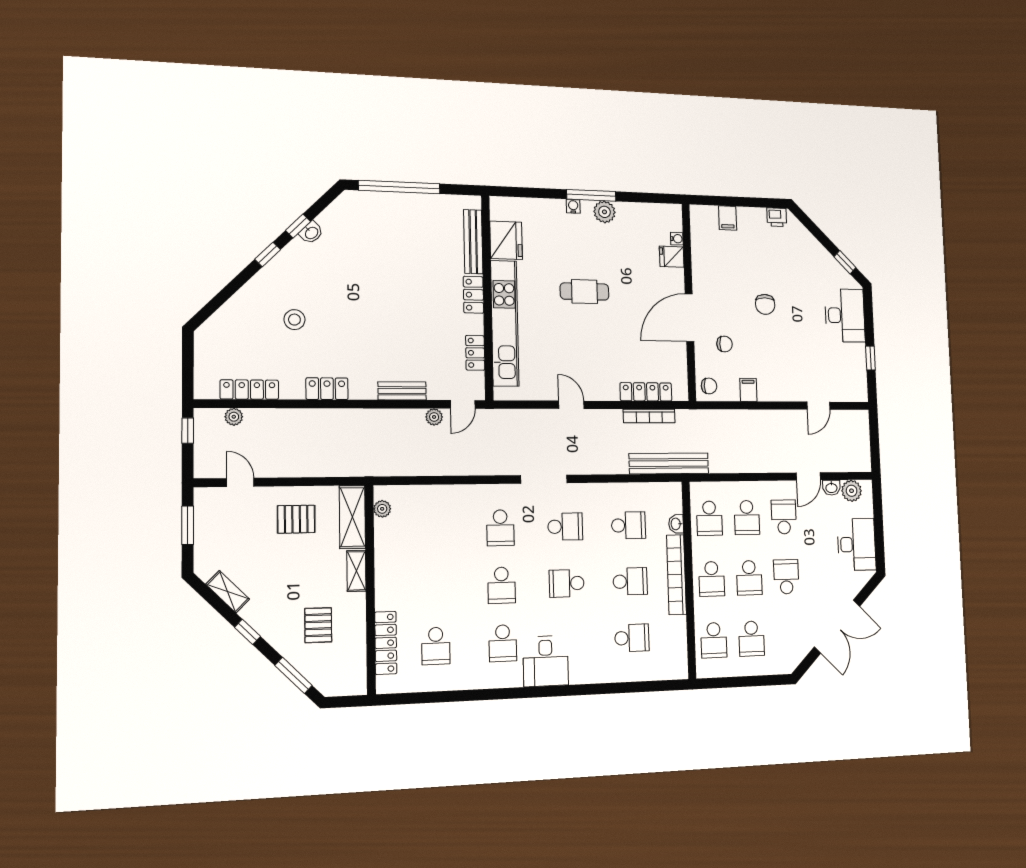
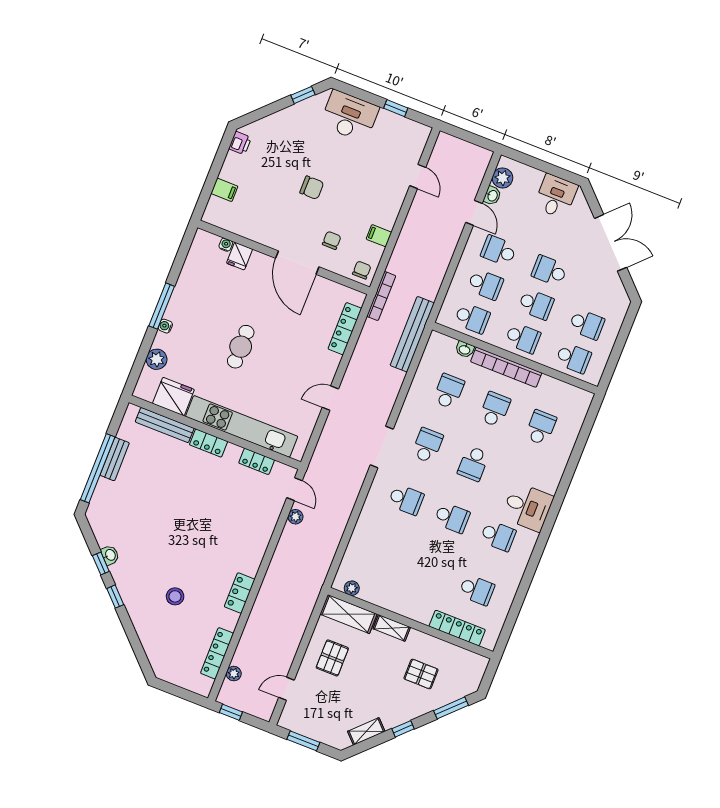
plant: (604, 212) -> (157, 359), moved
bench: (402, 391) -> (115, 459), moved
bookcase: (649, 416) -> (381, 296), moved
desk: (857, 544) -> (556, 196), width x0.73

